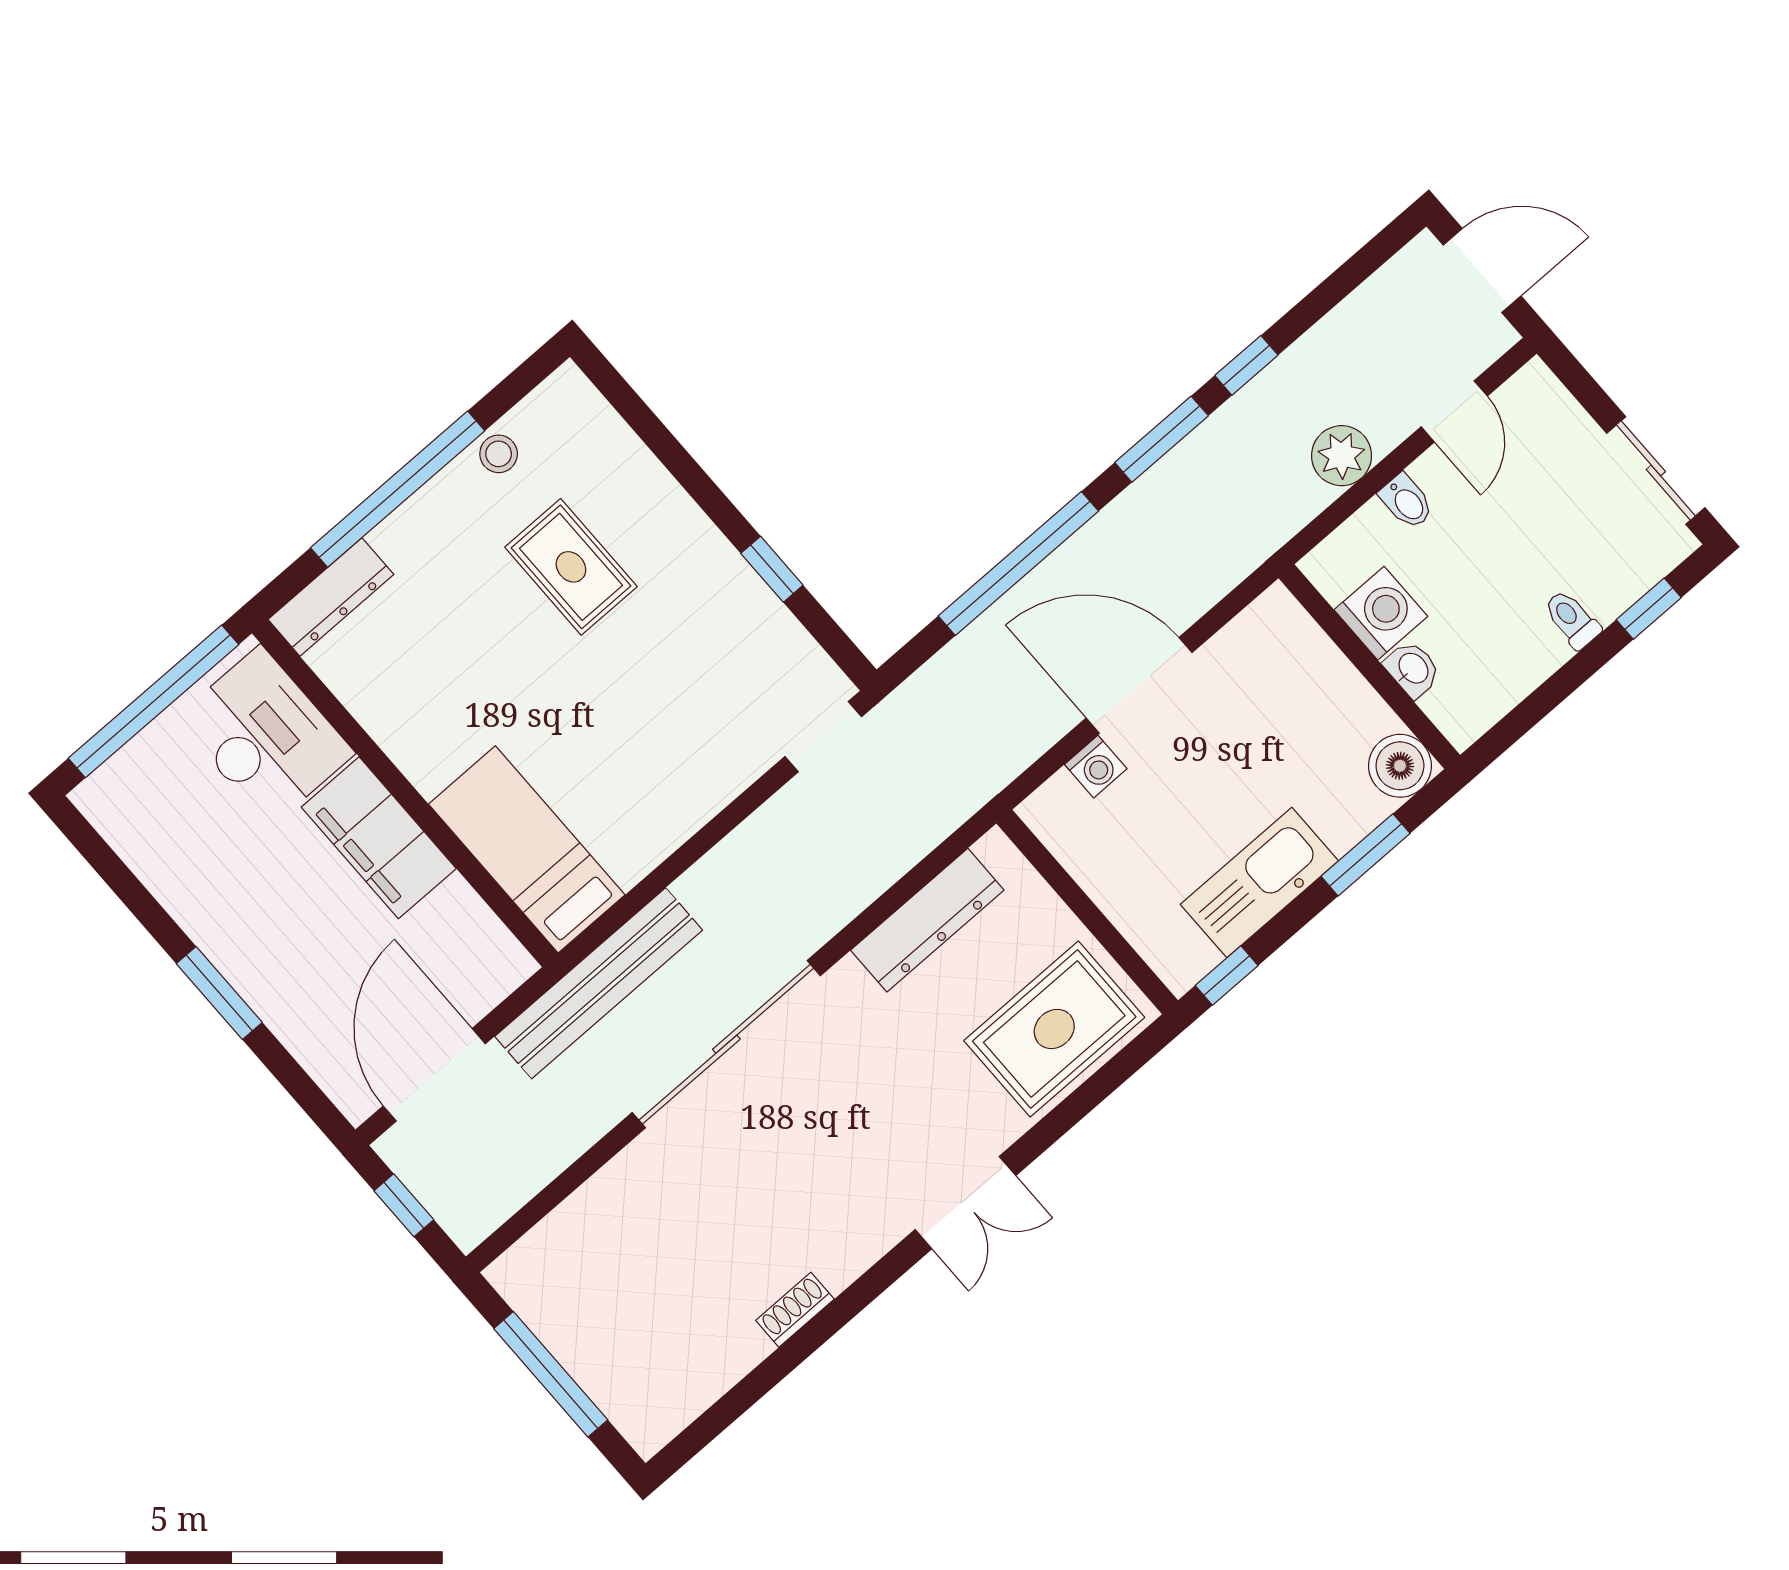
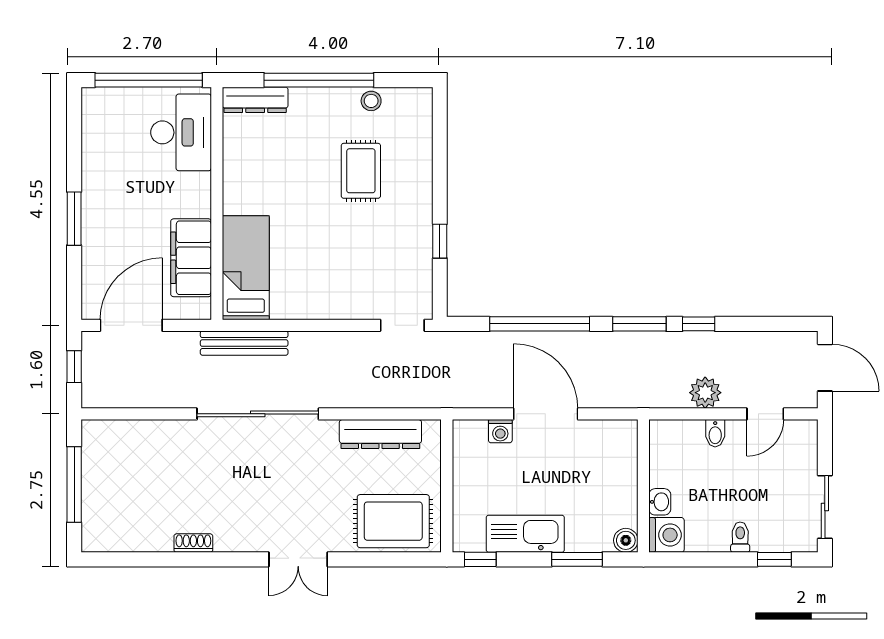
washing machine: (1381, 613) -> (667, 535), moved
boiler: (1400, 766) -> (626, 540), width x0.73, depth x0.73
filing cabinet: (379, 838) -> (191, 258), moved
bench: (599, 983) -> (244, 343), width x0.73, depth x0.82

